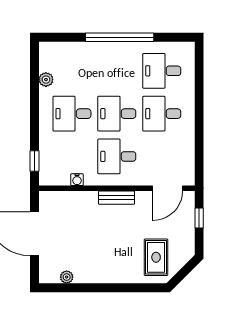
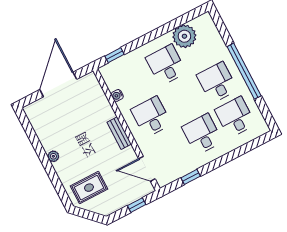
plant: (46, 80) -> (184, 36), width x1.87, depth x1.87
desk: (117, 114) -> (217, 83), moved
window: (199, 148) -> (191, 177), added
plant: (67, 277) -> (53, 156), moved

